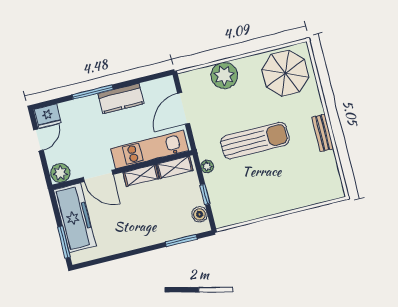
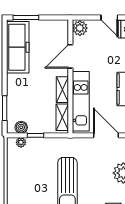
plant: (207, 166) -> (21, 142), moved
freezer: (75, 218) -> (18, 47), moved, turned -90

